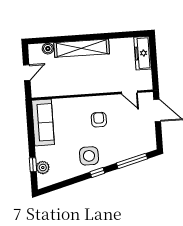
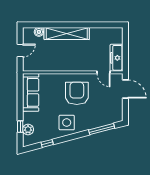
freezer: (143, 53) -> (116, 58), moved
armchair: (99, 120) -> (77, 93), width x1.88, depth x1.88
window: (97, 173) -> (47, 143), moved

